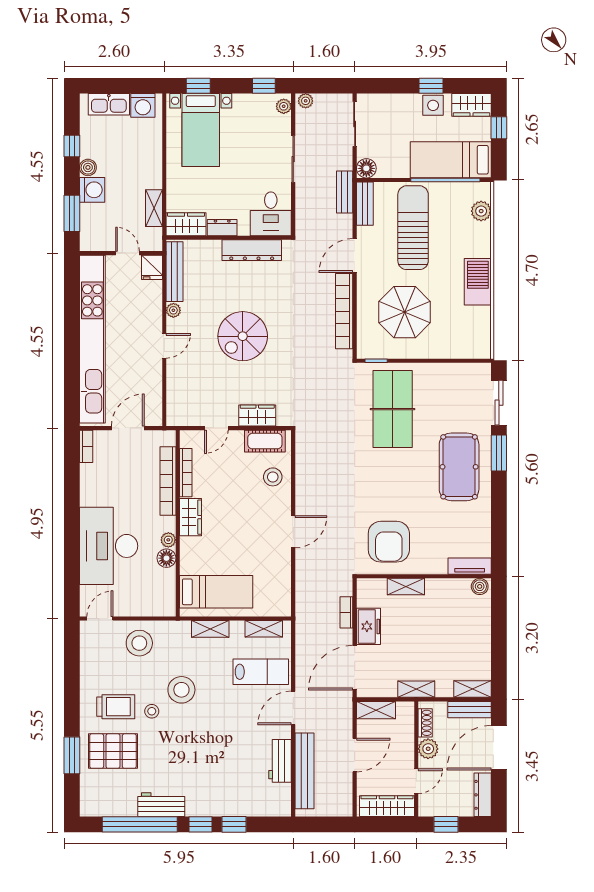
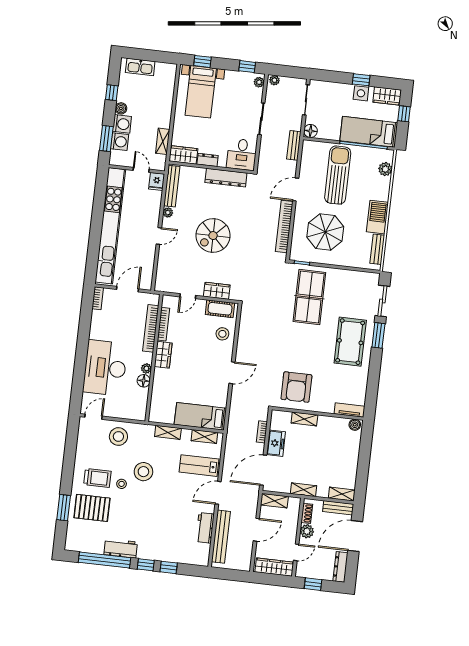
washing machine: (143, 105) -> (120, 142), moved, turned -90
bench: (365, 204) -> (377, 249), moved
bed: (216, 592) -> (200, 416), moved, turned 180
lab bench: (261, 672) -> (199, 466), turned 180

